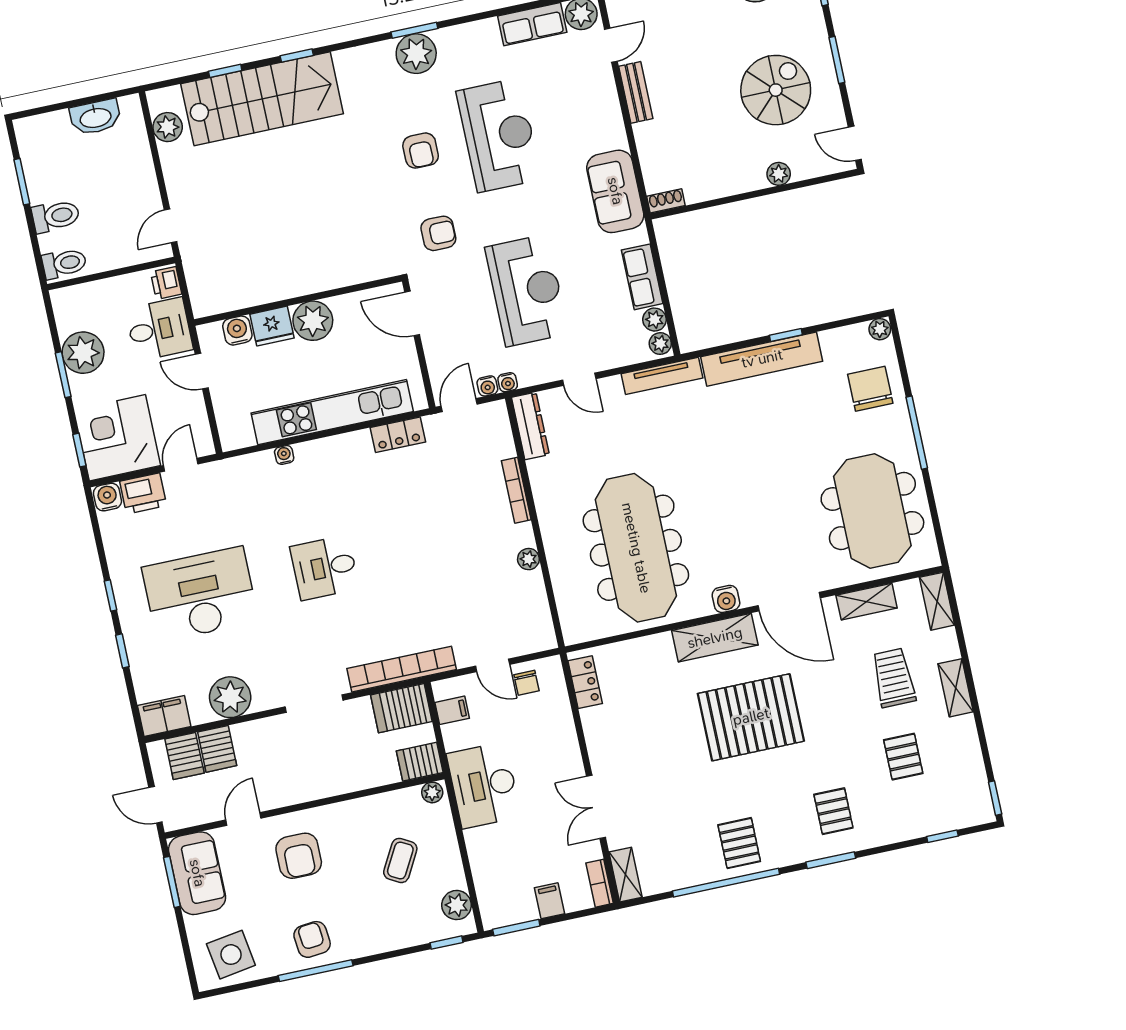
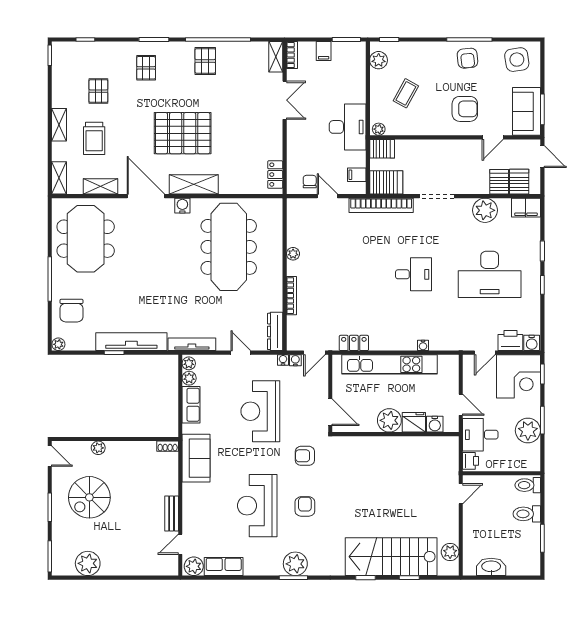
armchair: (299, 856) -> (465, 109), turned 90

